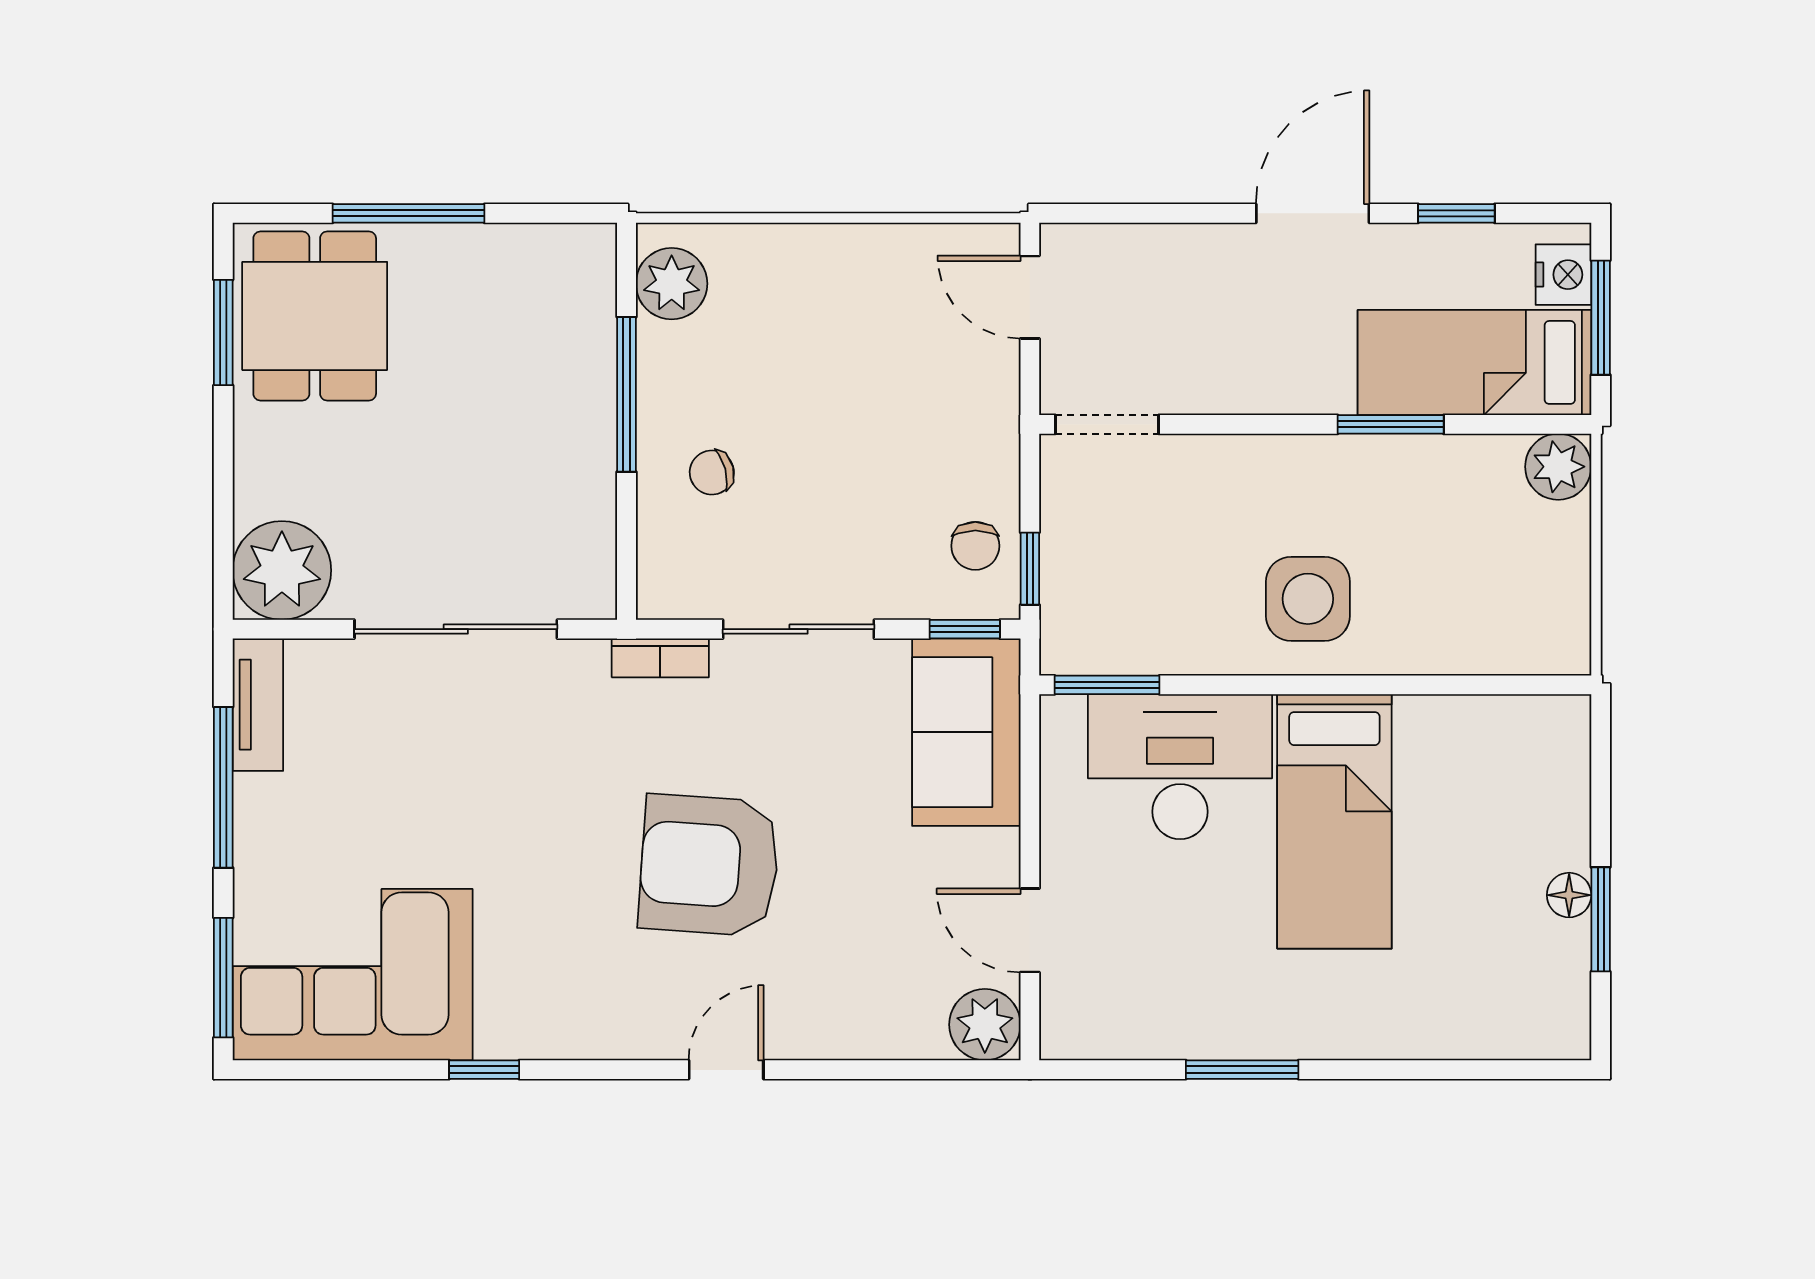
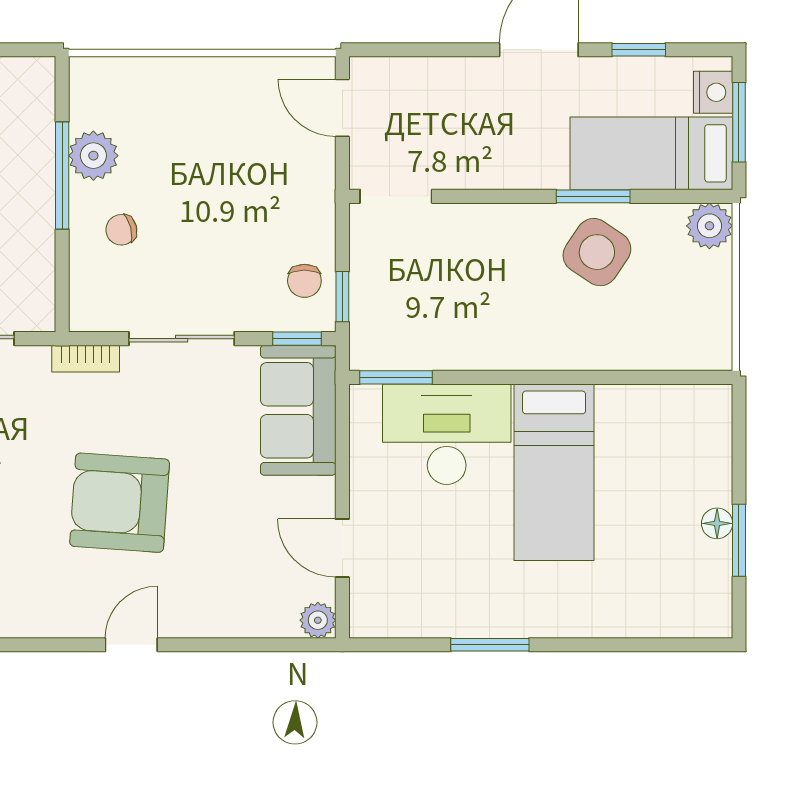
plant: (672, 284) -> (93, 156), moved
side table: (1308, 599) -> (597, 252), moved, turned 34
plant: (985, 1025) -> (318, 620), width x0.73, depth x0.73

